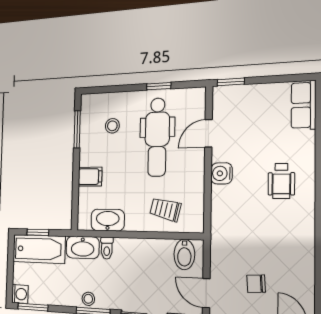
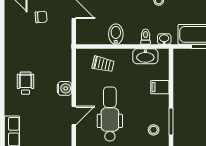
stool: (112, 126) -> (154, 130), moved
washbasin: (83, 247) -> (164, 39), width x0.52, depth x0.69
bidet: (184, 254) -> (116, 34), moved

